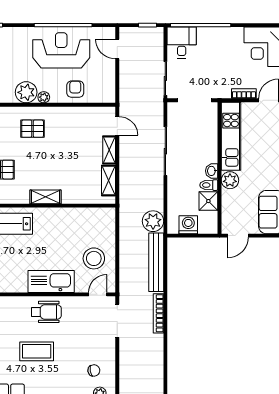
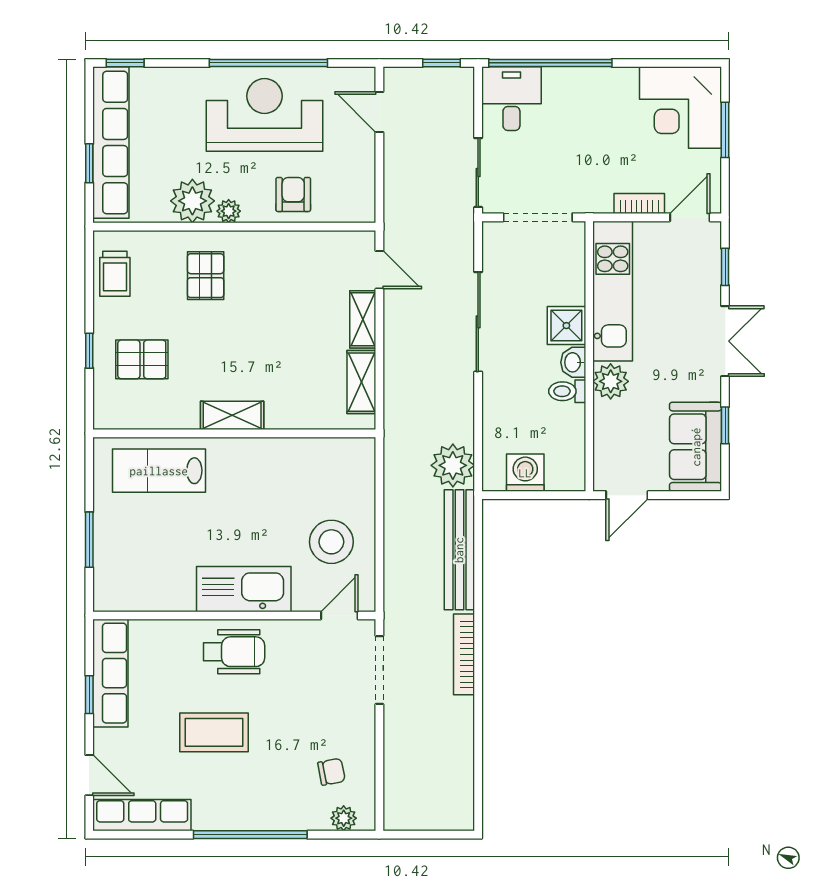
pallet: (33, 129) -> (206, 276), turned 90
shower: (208, 201) -> (566, 326), moved

